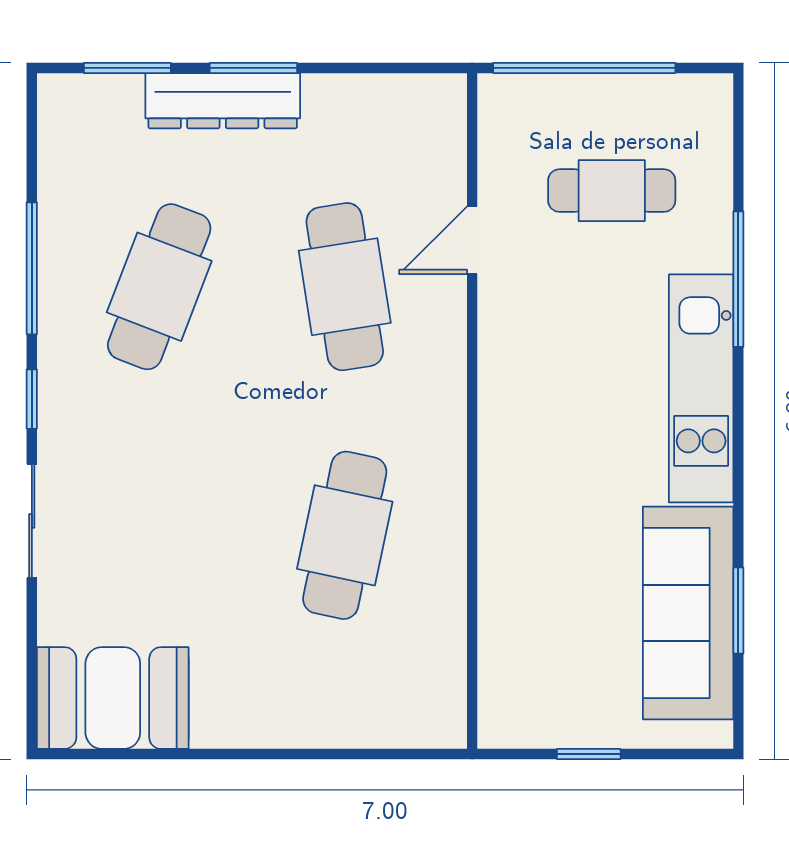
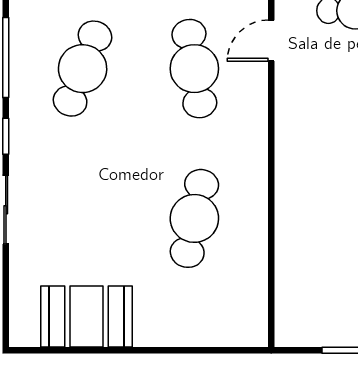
booth: (113, 698) -> (86, 317), moved

